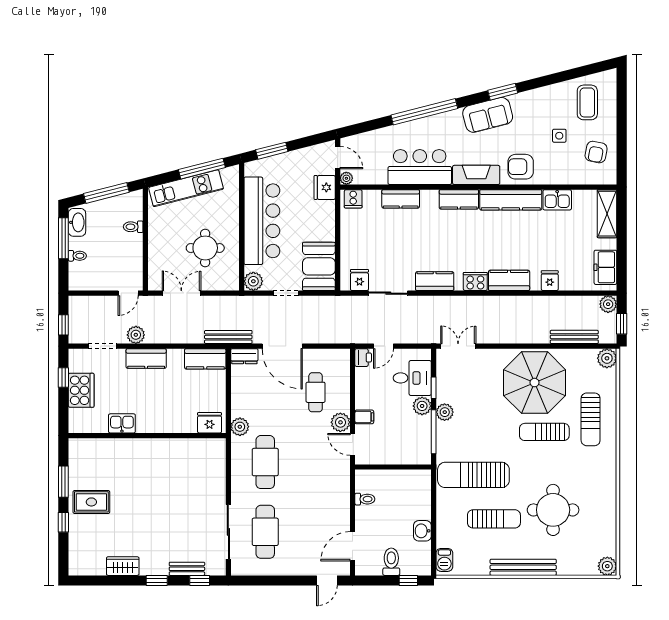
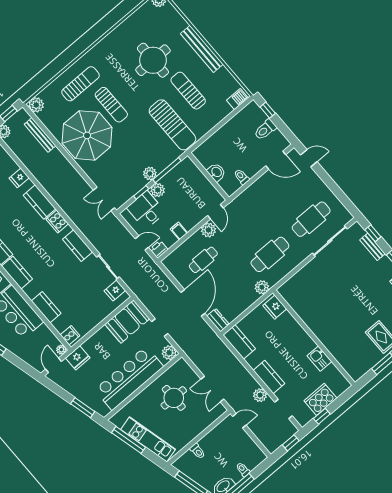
bench: (228, 337) -> (215, 339), removed
filing cabinet: (364, 417) -> (179, 231), moved
washbasin: (422, 531) -> (216, 172), moved, turned -90

